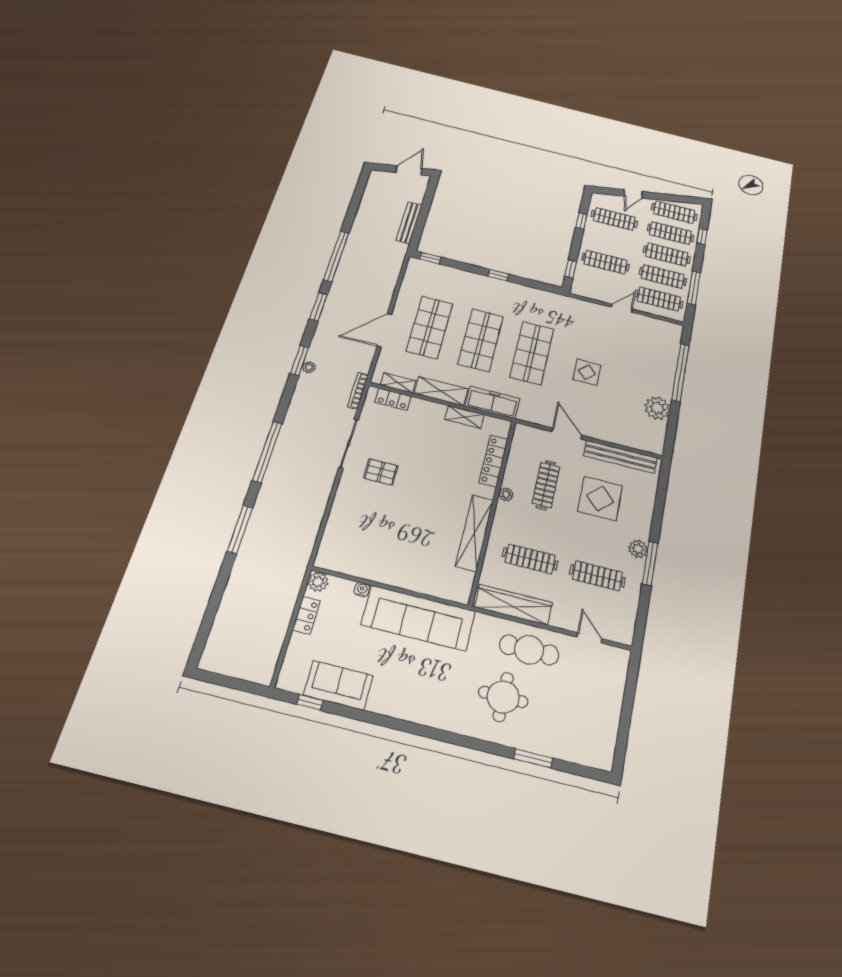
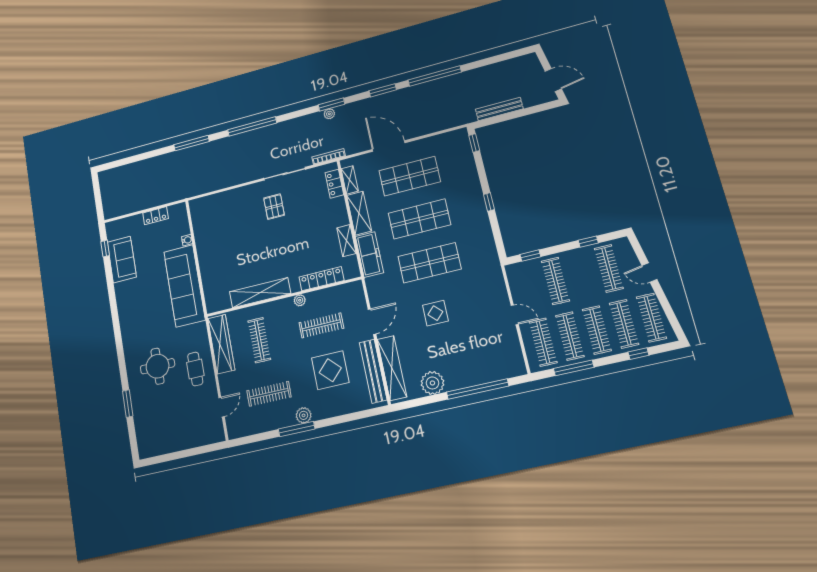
shelving: (625, 438) -> (392, 368), added
clothes rail: (597, 576) -> (269, 394), turned 90
plant: (318, 582) -> (180, 210), removed
cafe table: (529, 650) -> (195, 369), width x0.73, depth x0.74

